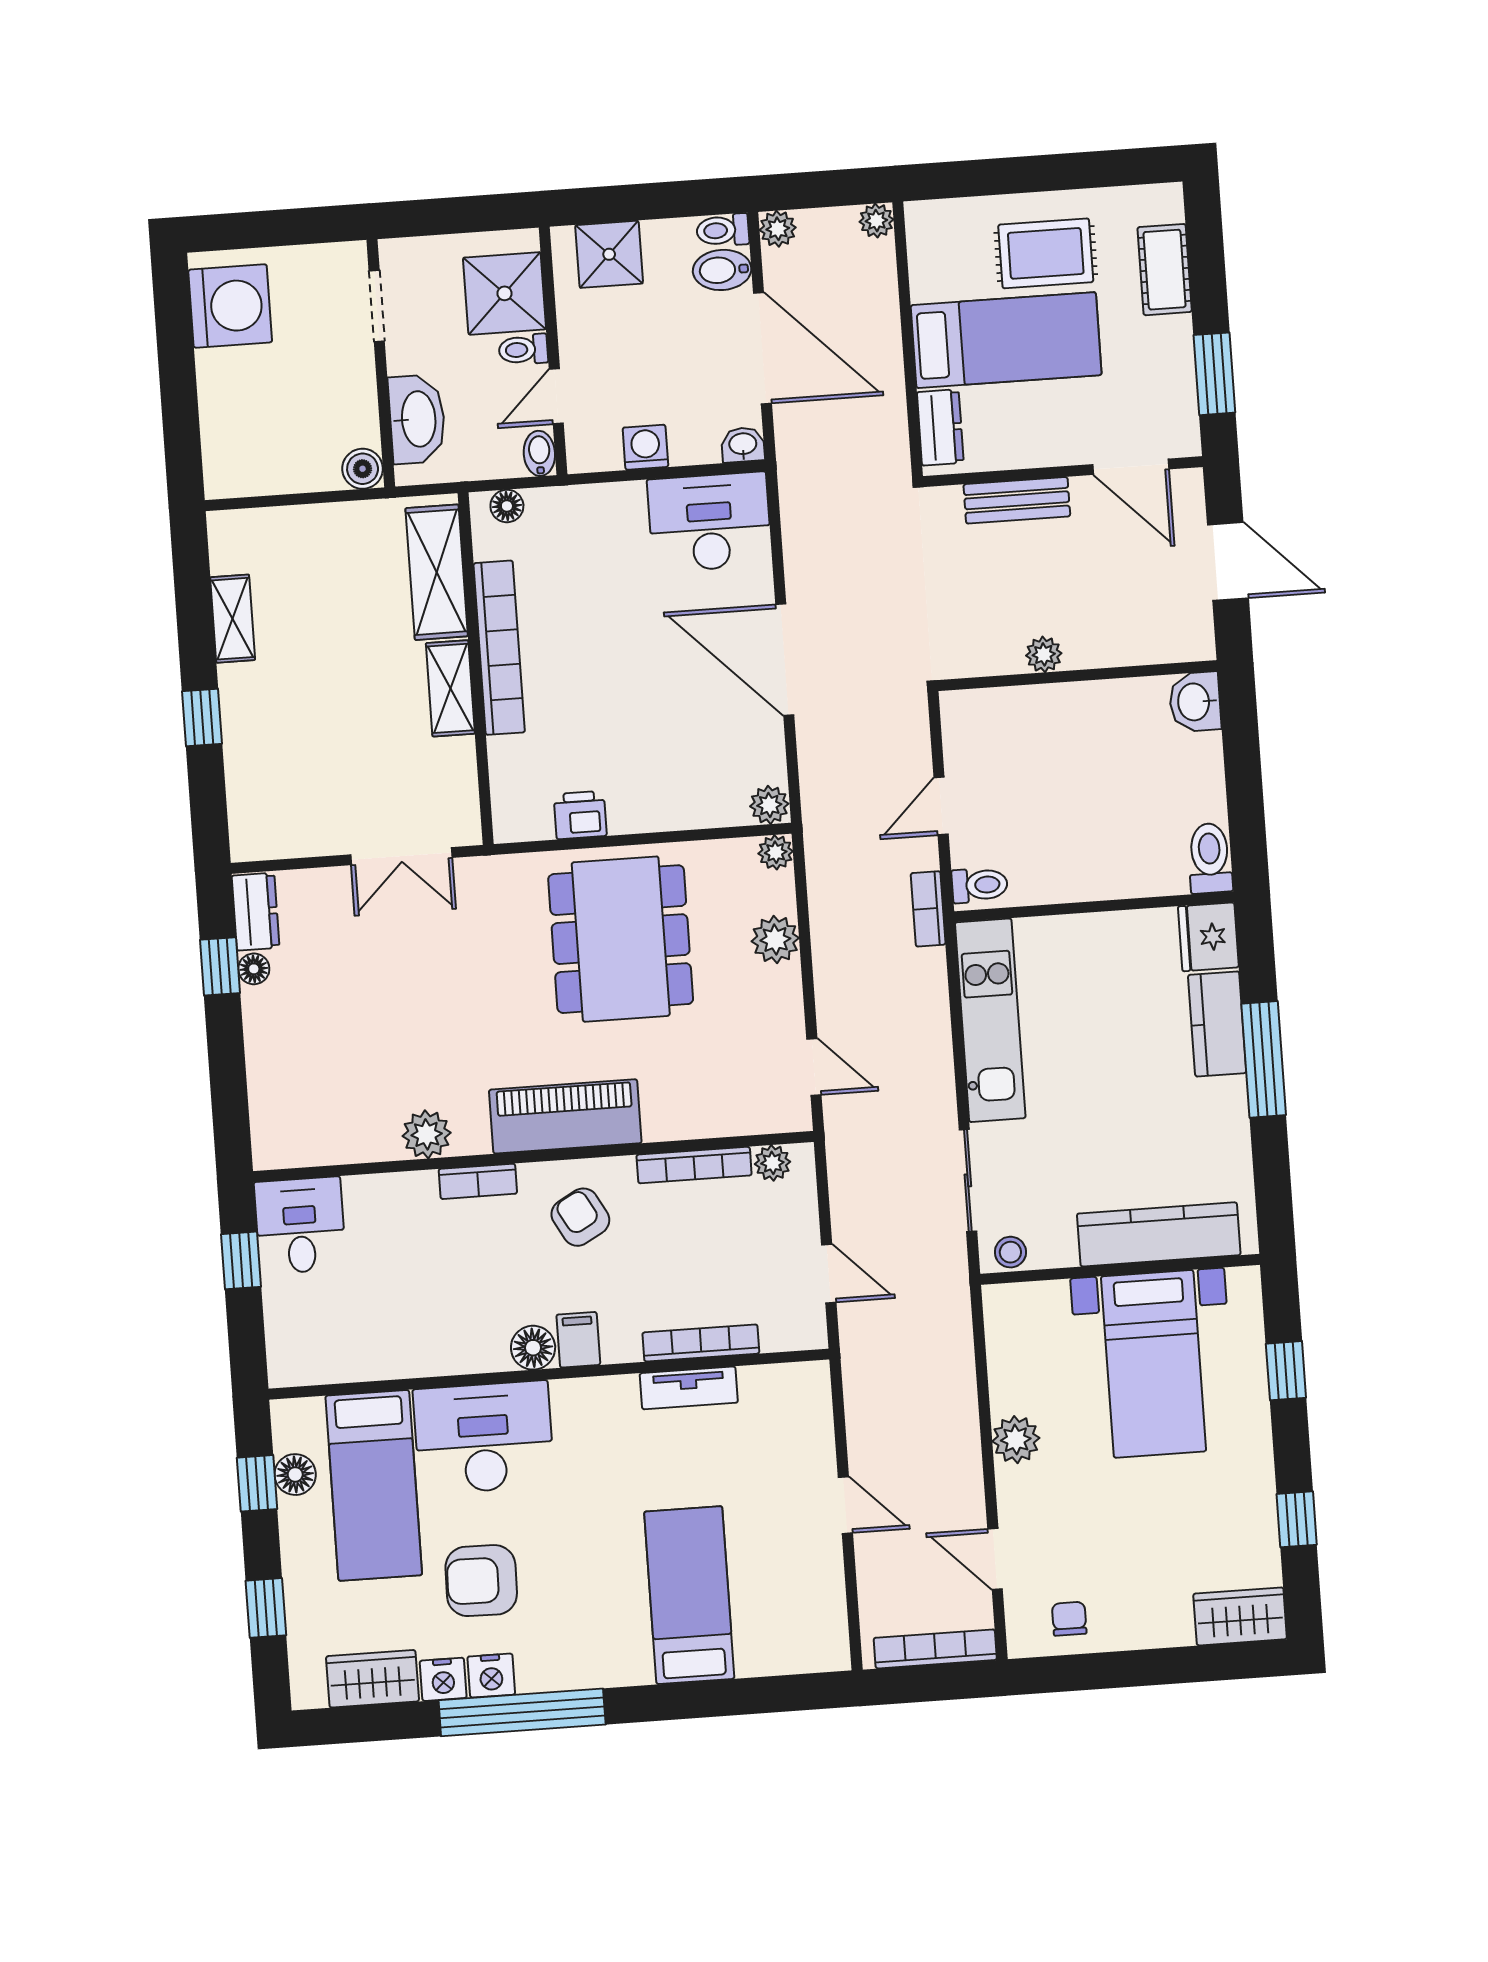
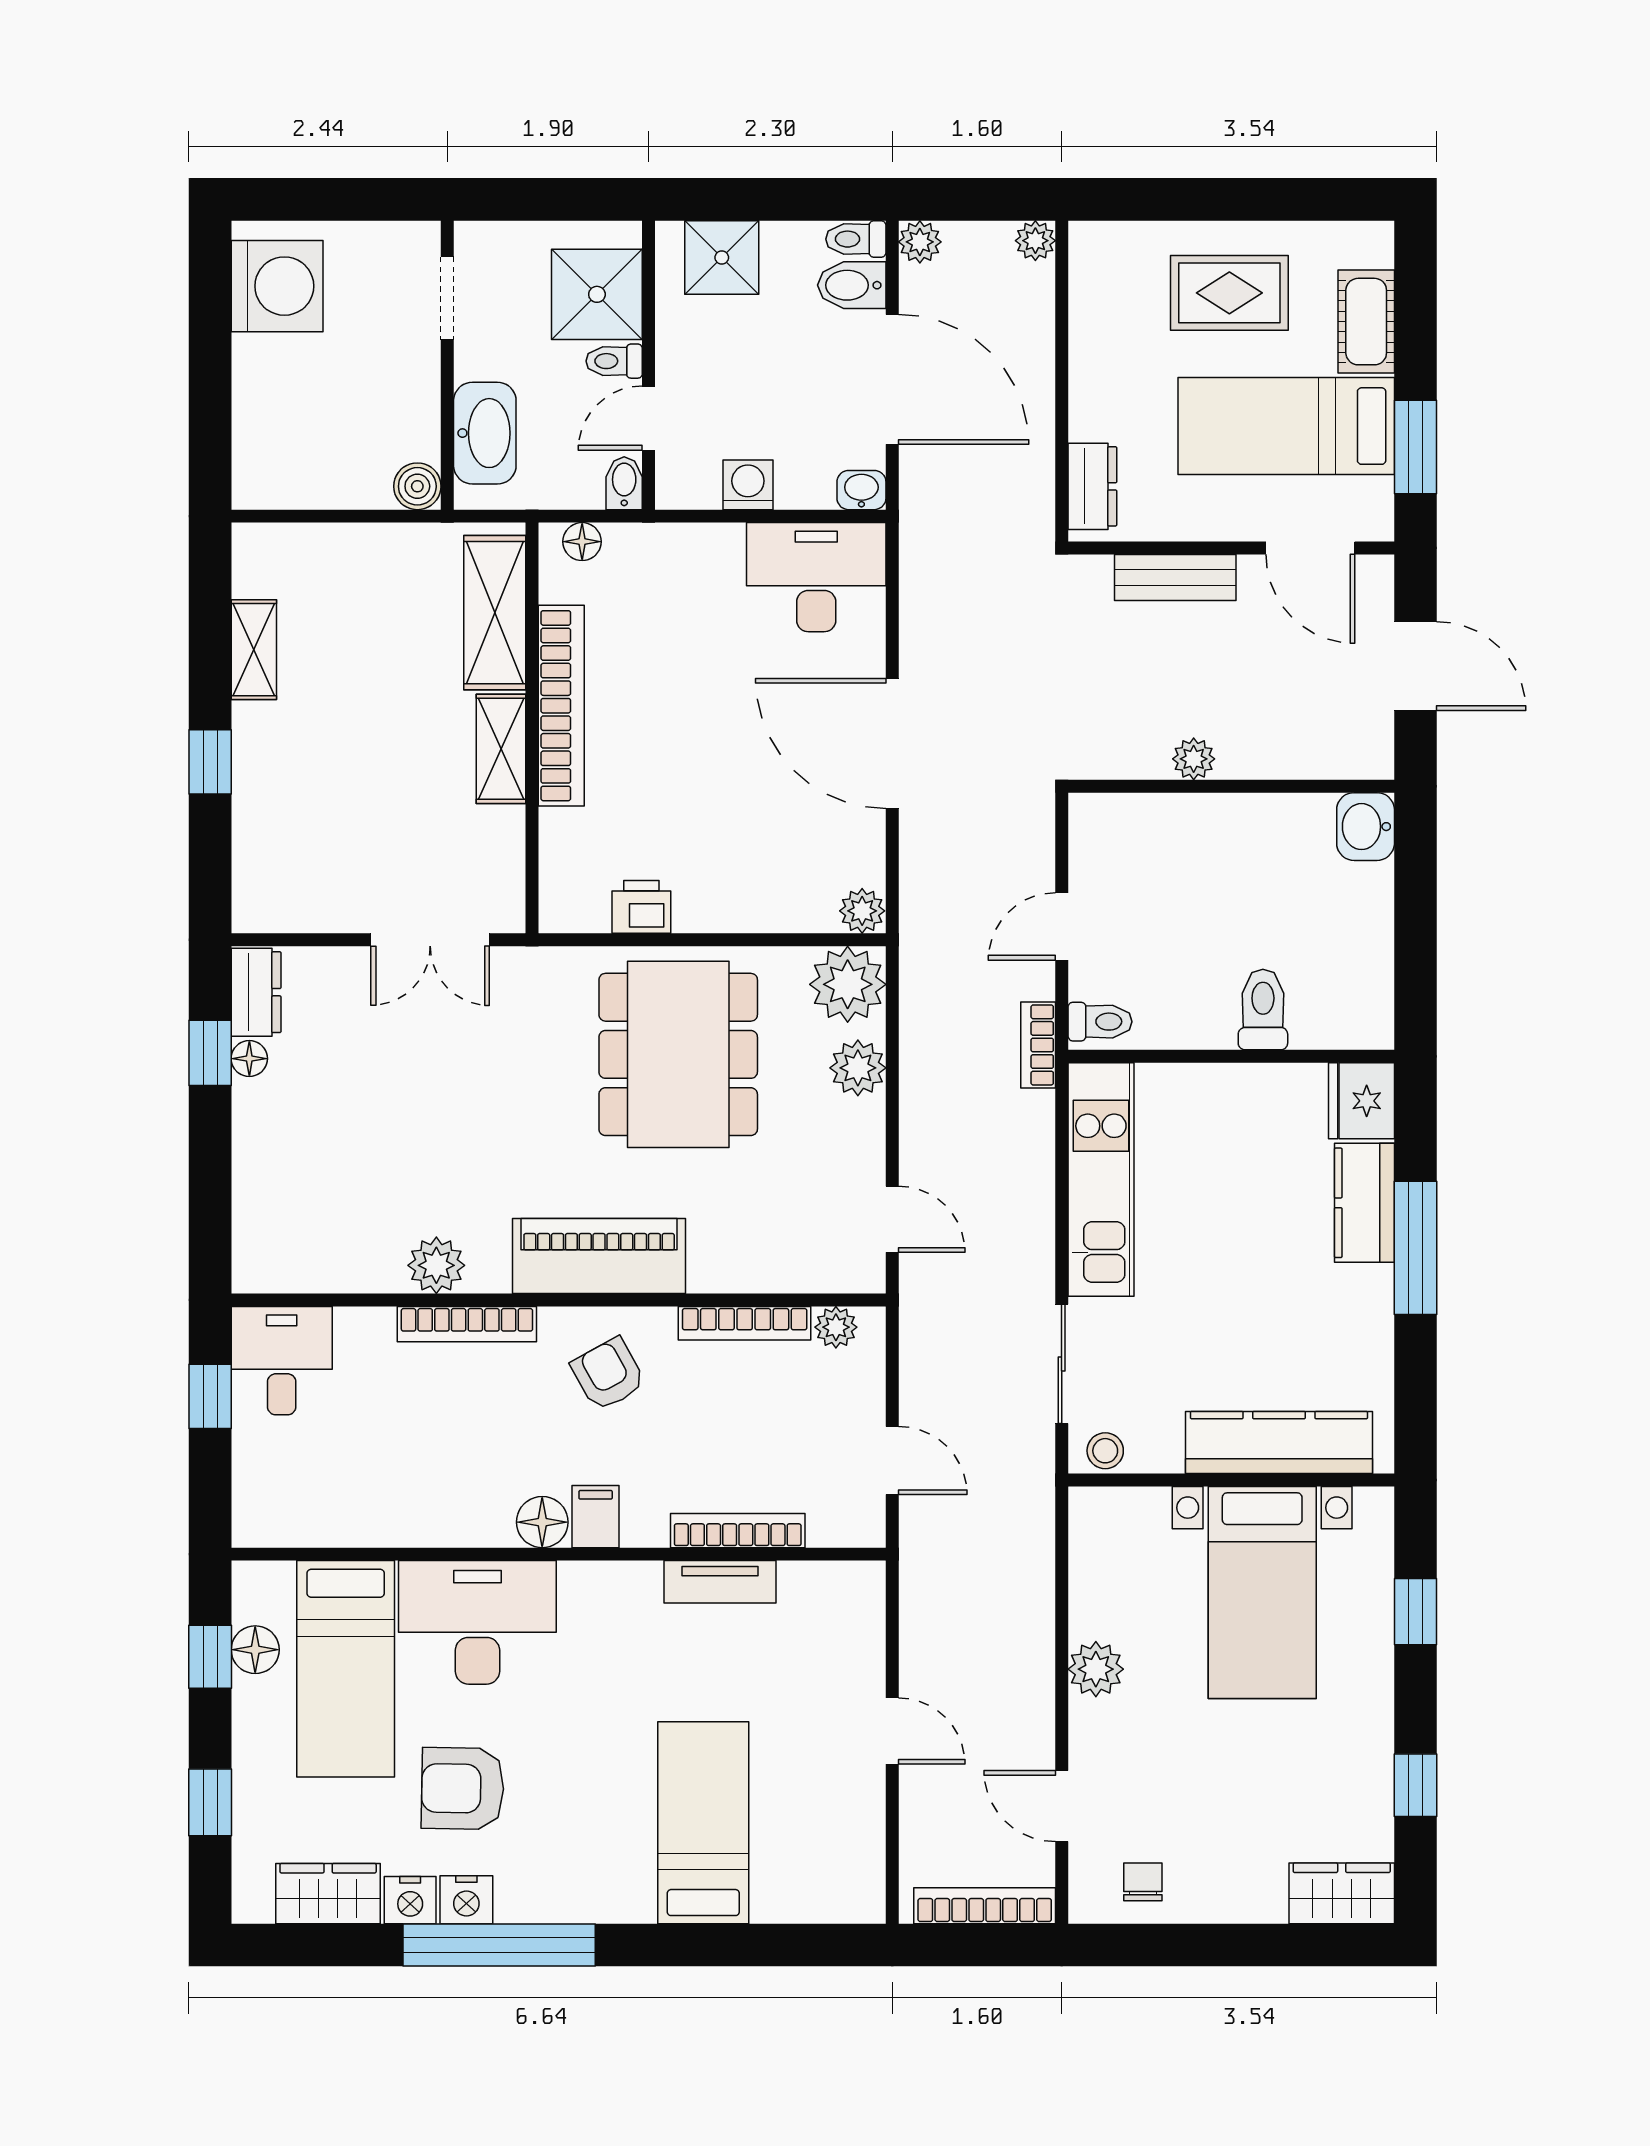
bed: (1006, 340) -> (1286, 426), moved, turned 180
plant: (776, 852) -> (848, 984), width x1.87, depth x1.87
toilet: (1210, 858) -> (1263, 1010), moved
bookcase: (478, 1181) -> (467, 1324), width x1.56

